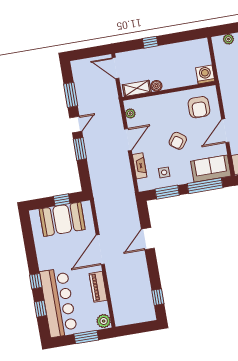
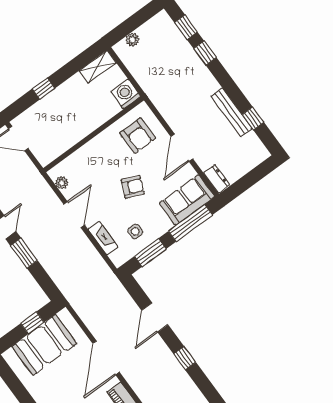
boiler: (156, 86) -> (76, 135), removed
shelving: (137, 88) -> (98, 67), moved
armchair: (178, 141) -> (133, 187), turned -103
window: (158, 297) -> (185, 358), moved

